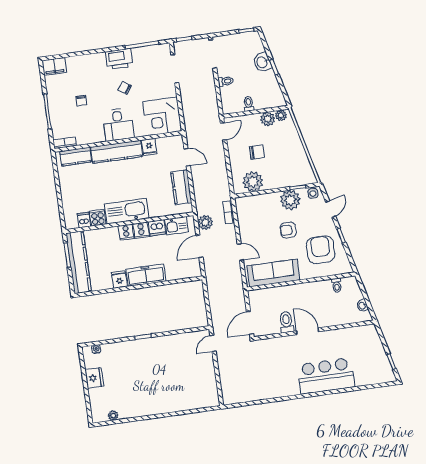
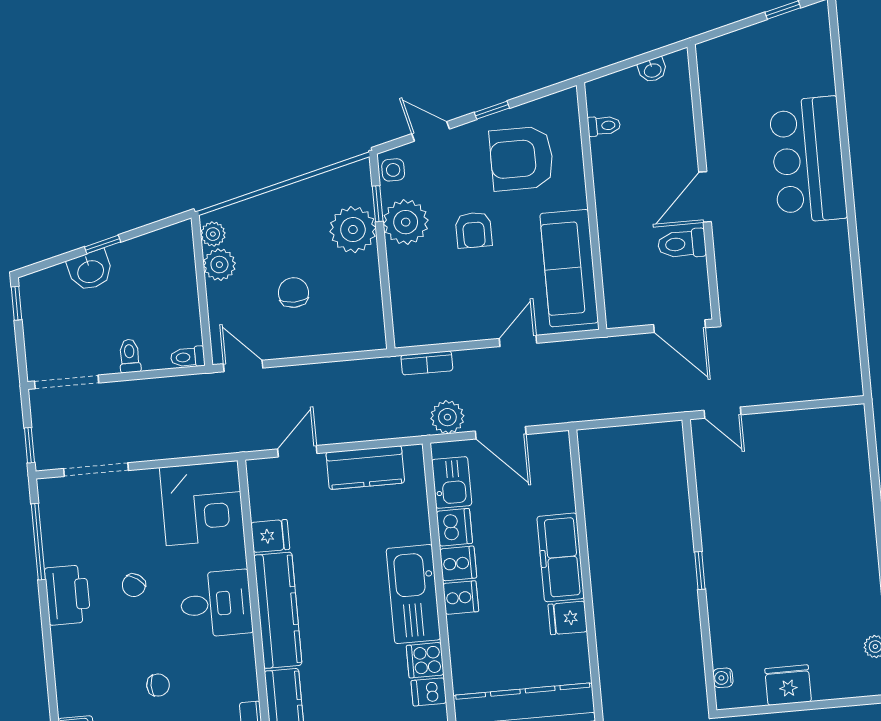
toilet: (249, 104) -> (188, 357), moved
plant: (253, 182) -> (353, 230), moved

